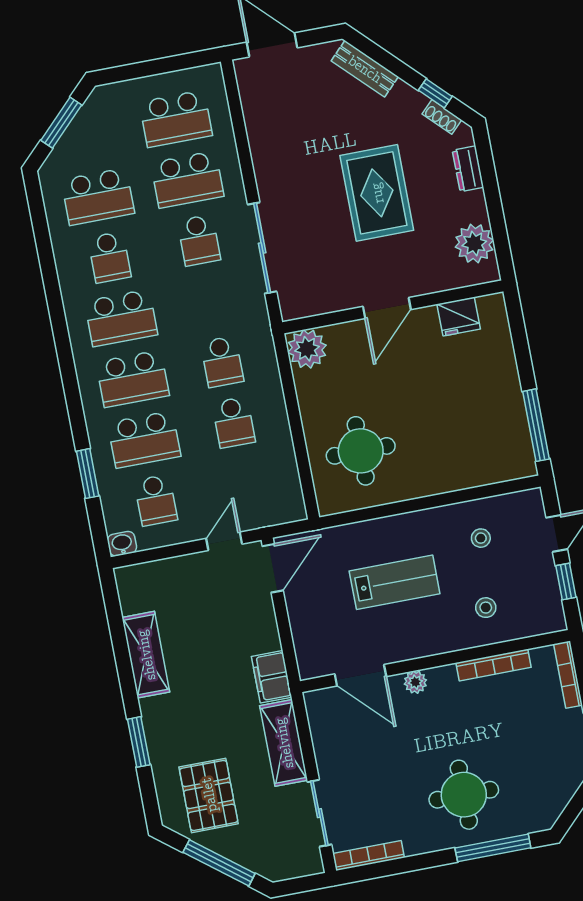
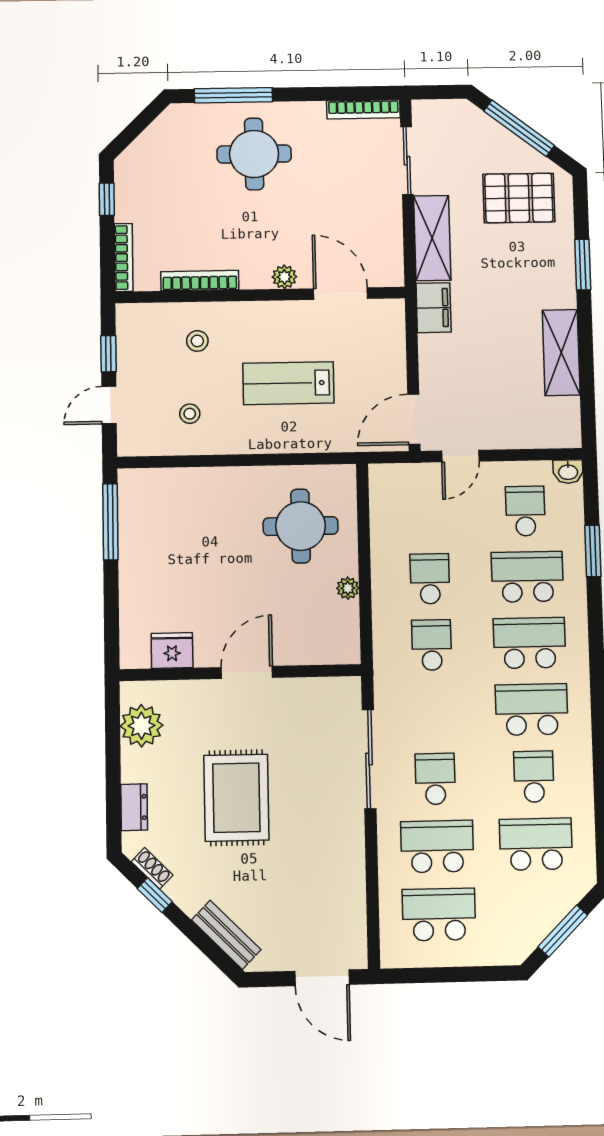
plant: (307, 349) -> (348, 588), moved, width x0.53, depth x0.53
pallet: (209, 795) -> (519, 198), turned 90

